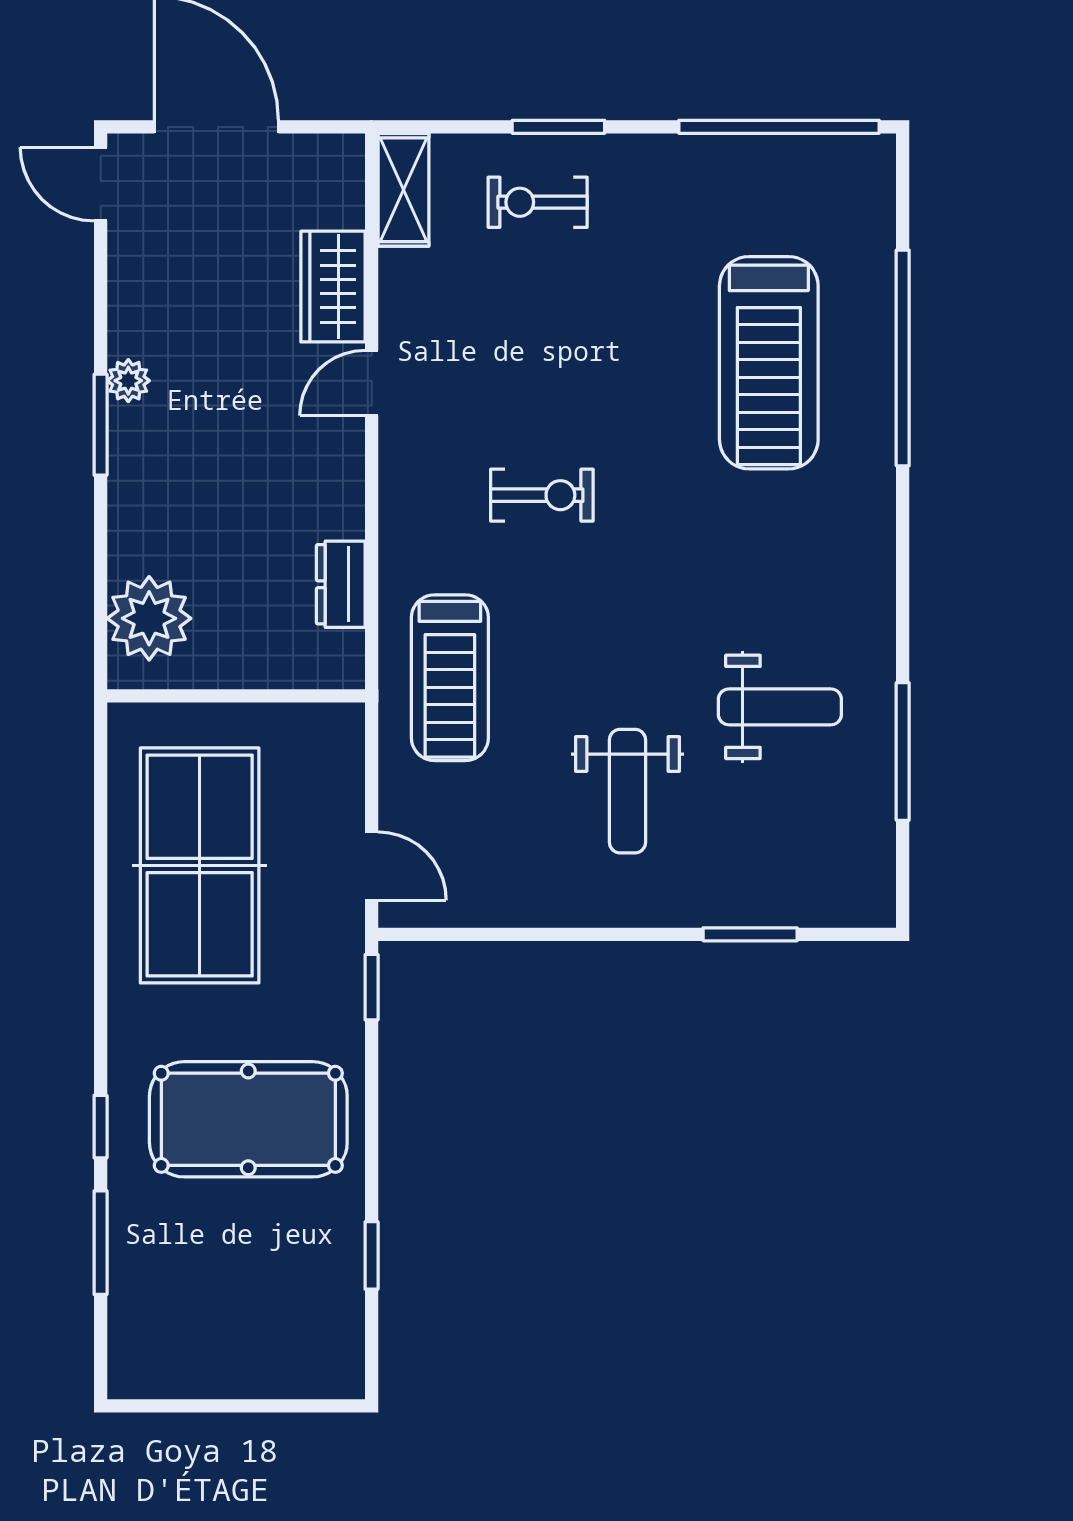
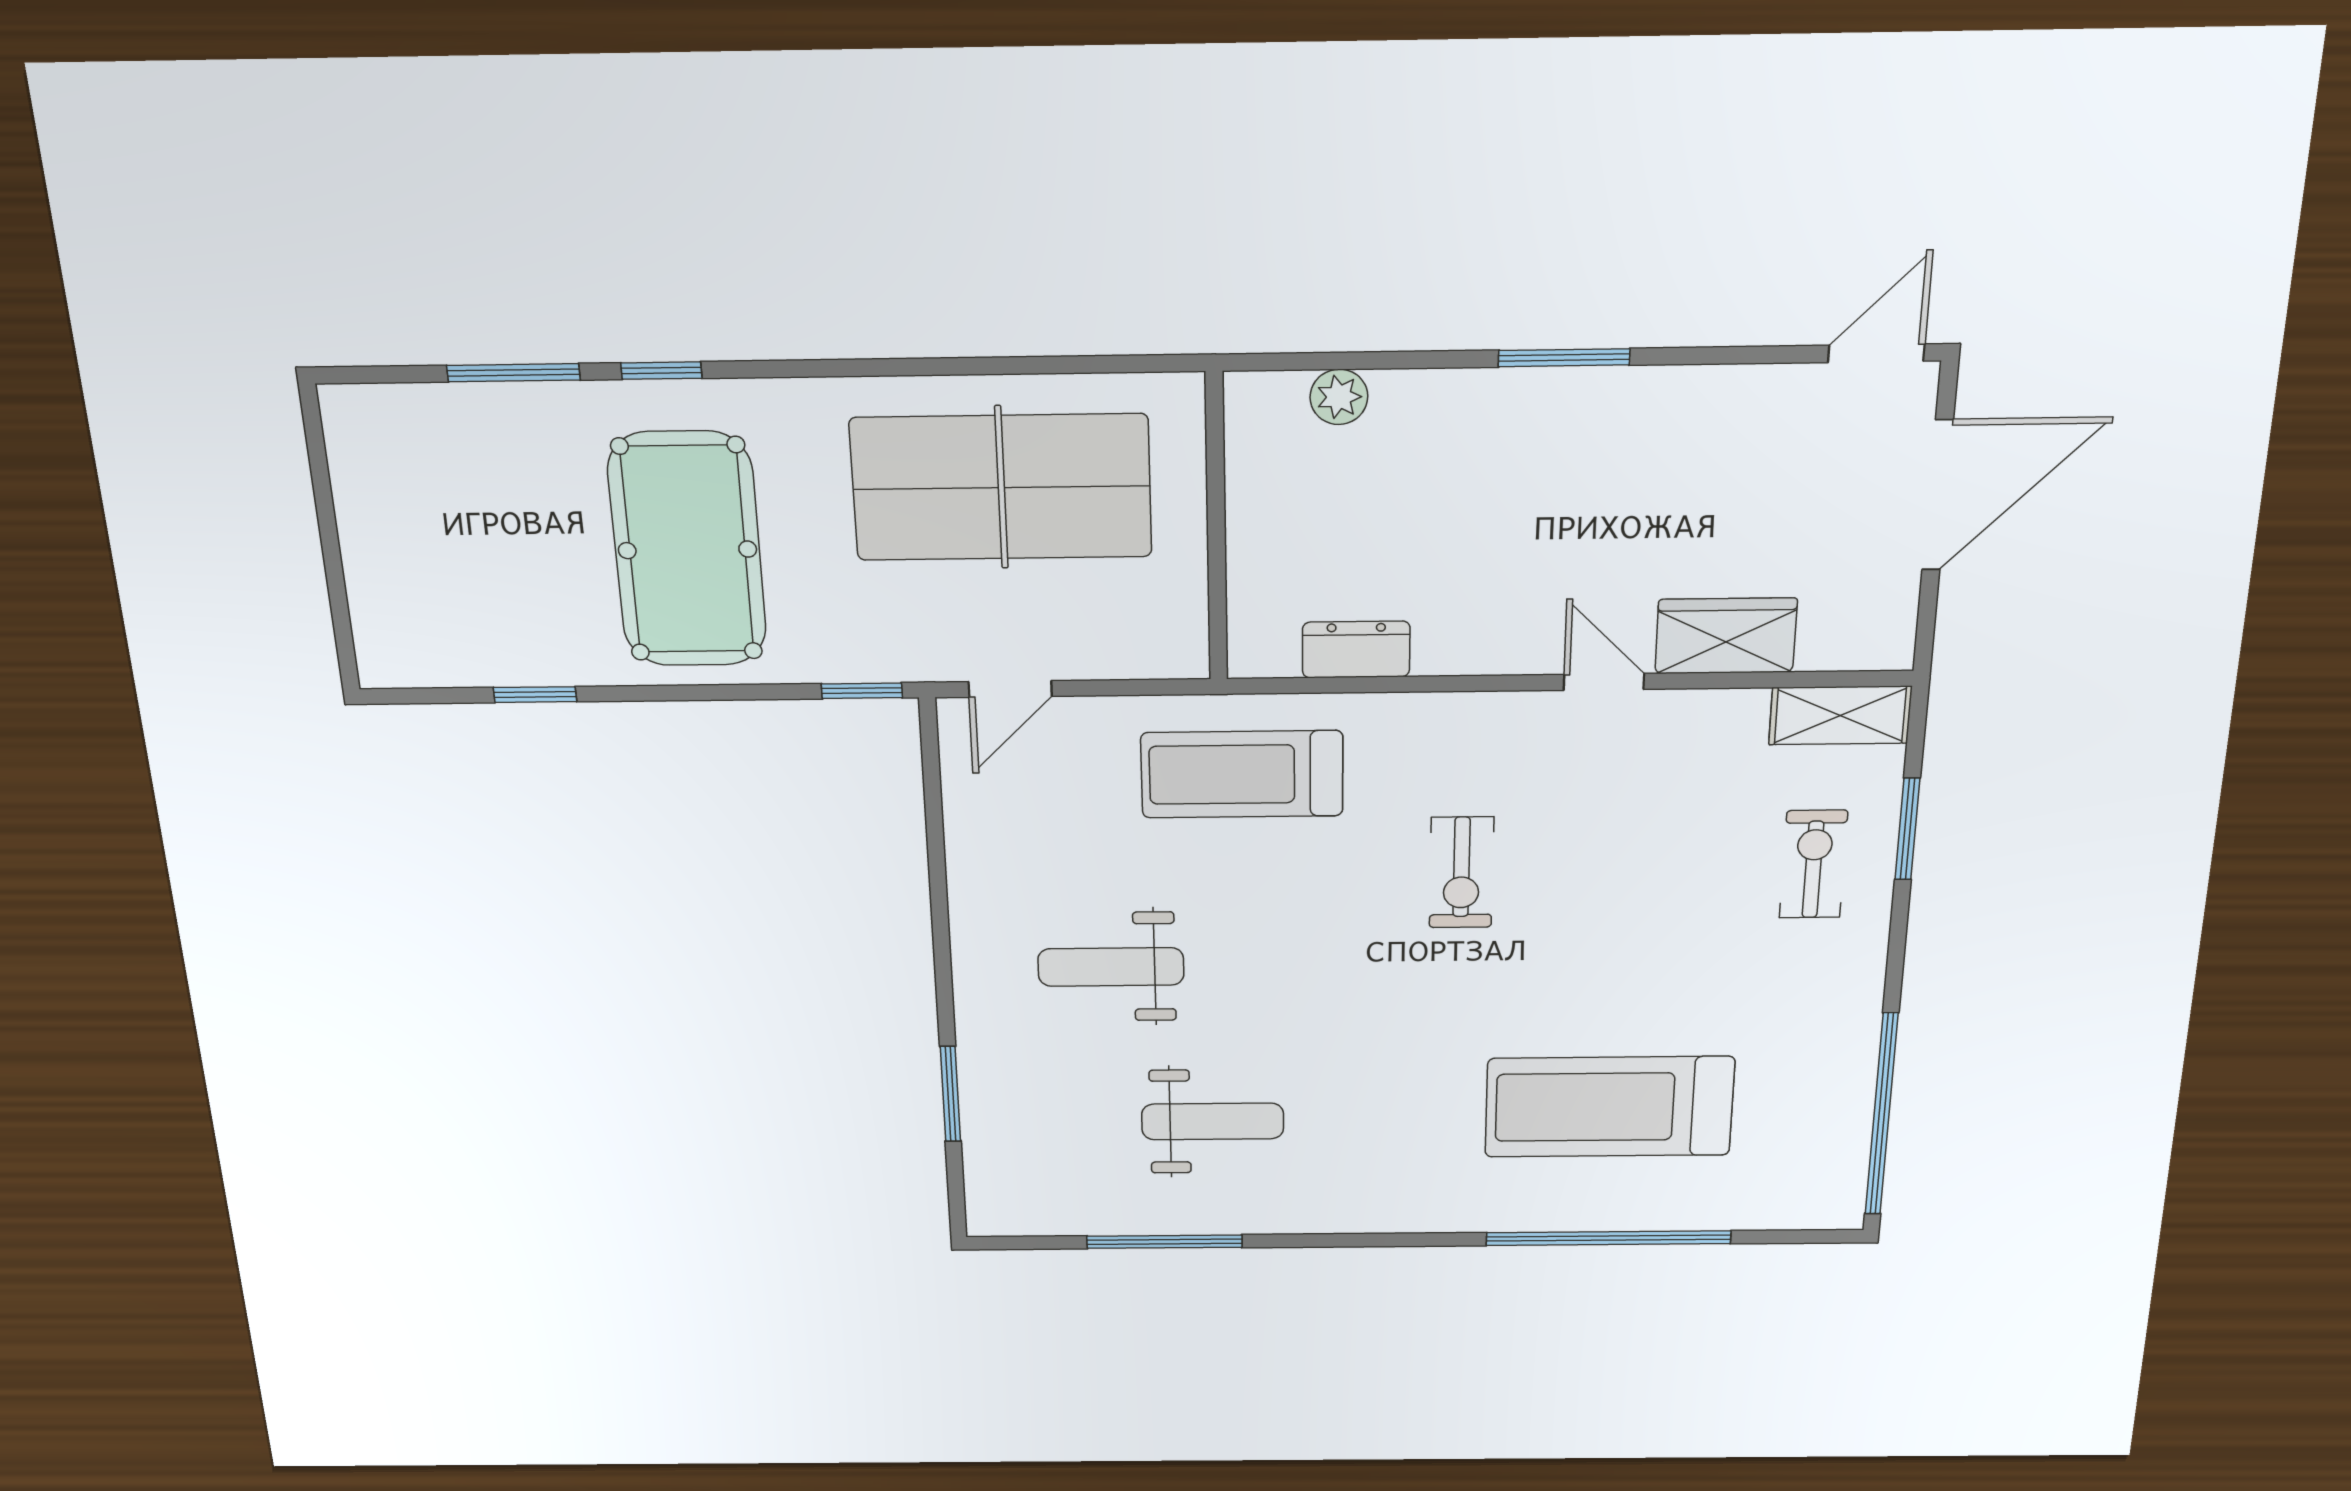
window: (558, 127) -> (1907, 829), moved
plant: (128, 381) -> (1619, 392), removed
plant: (149, 618) -> (1339, 397), width x0.53, depth x0.53
weight bench: (780, 707) -> (1213, 1121), turned -90

